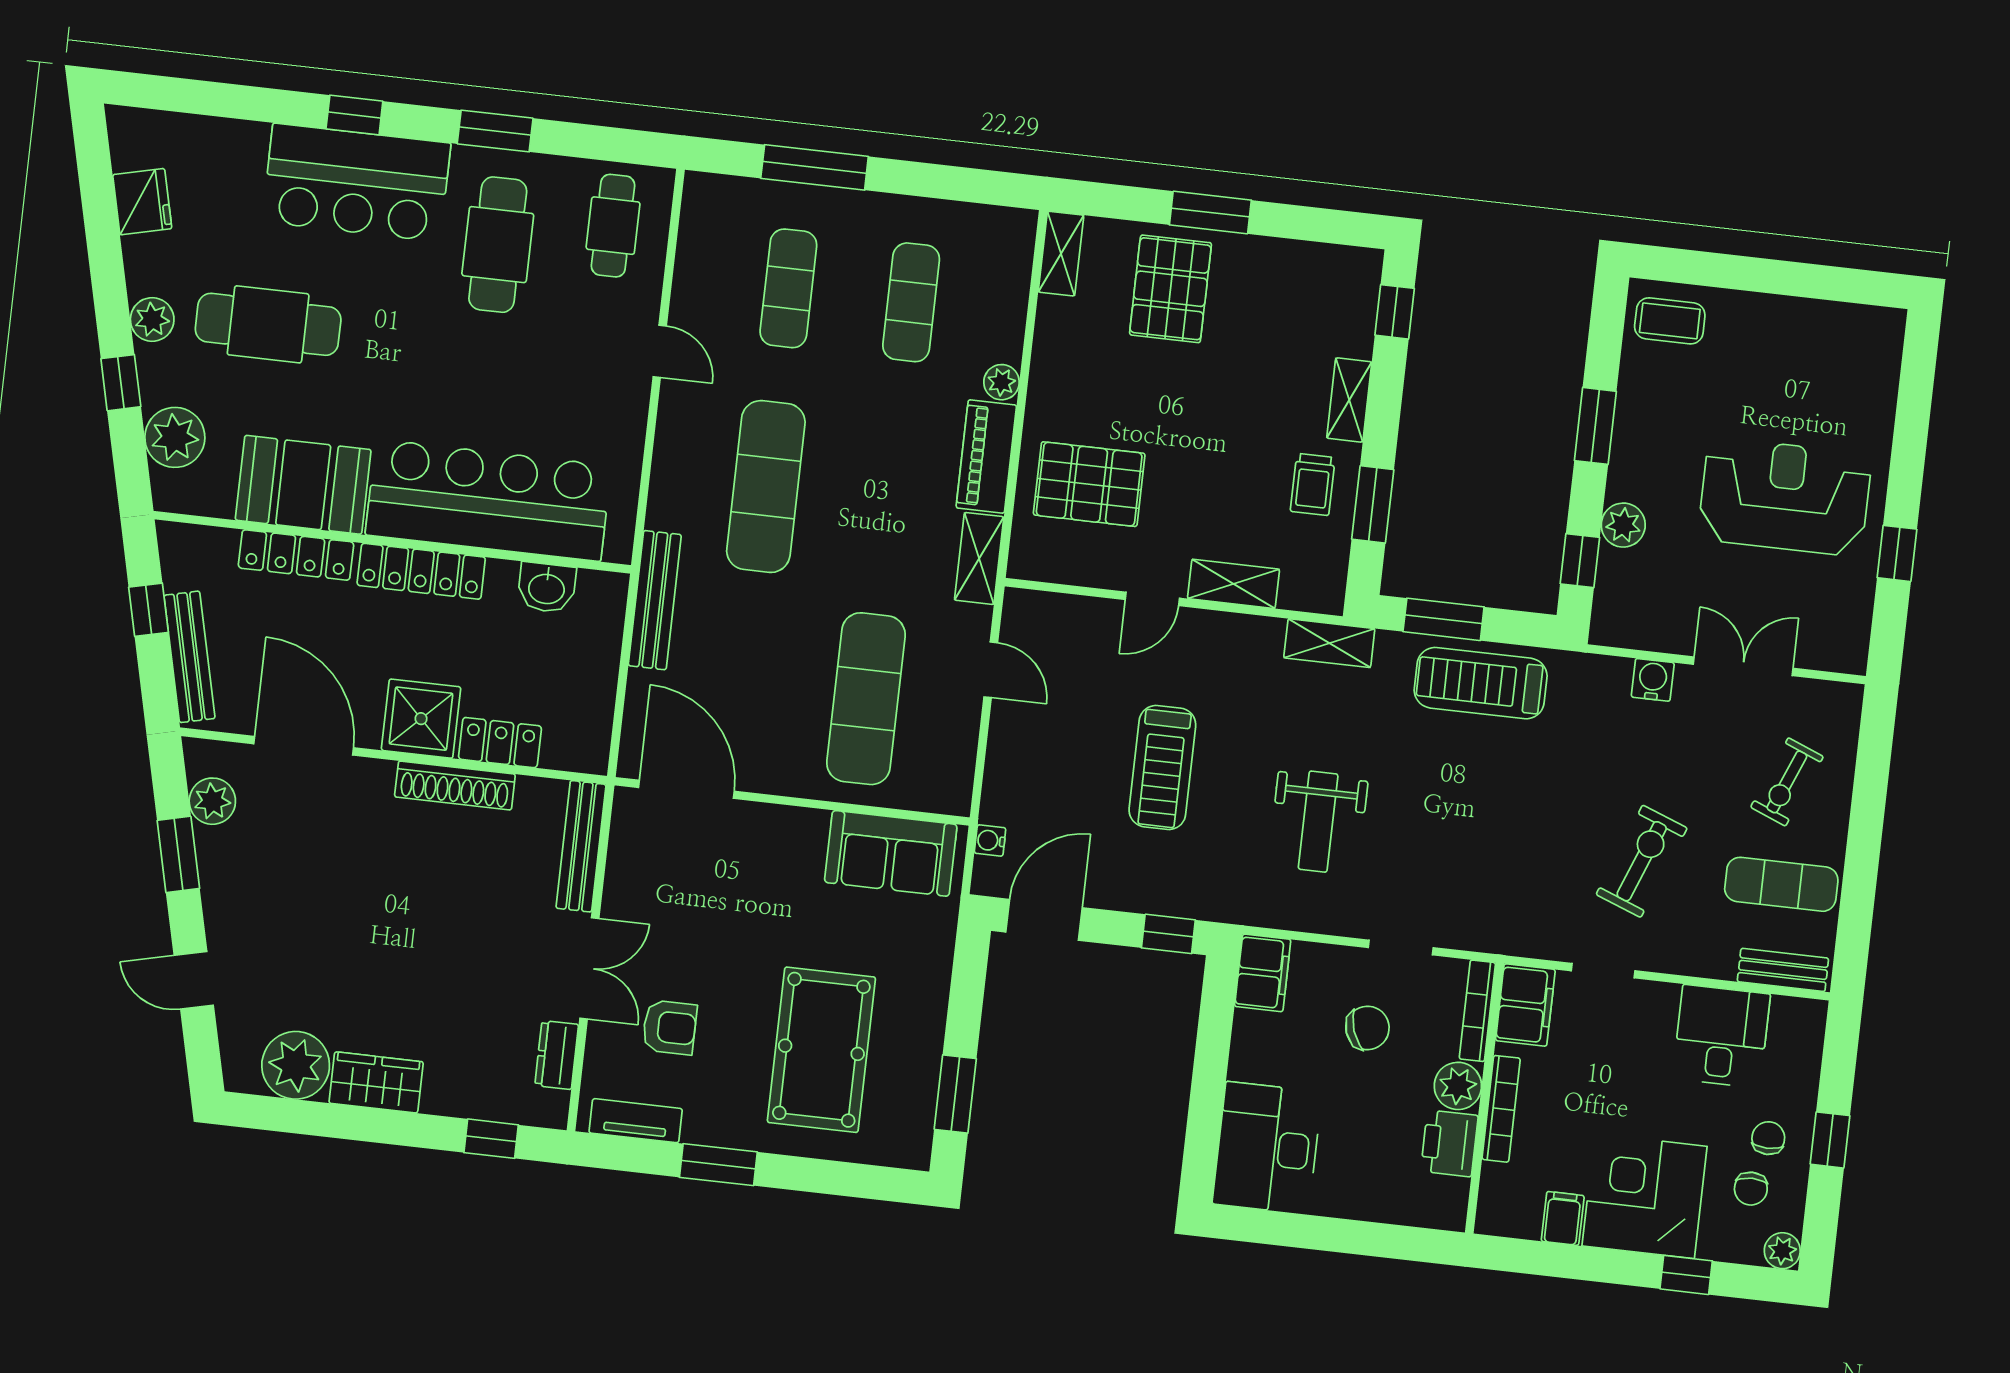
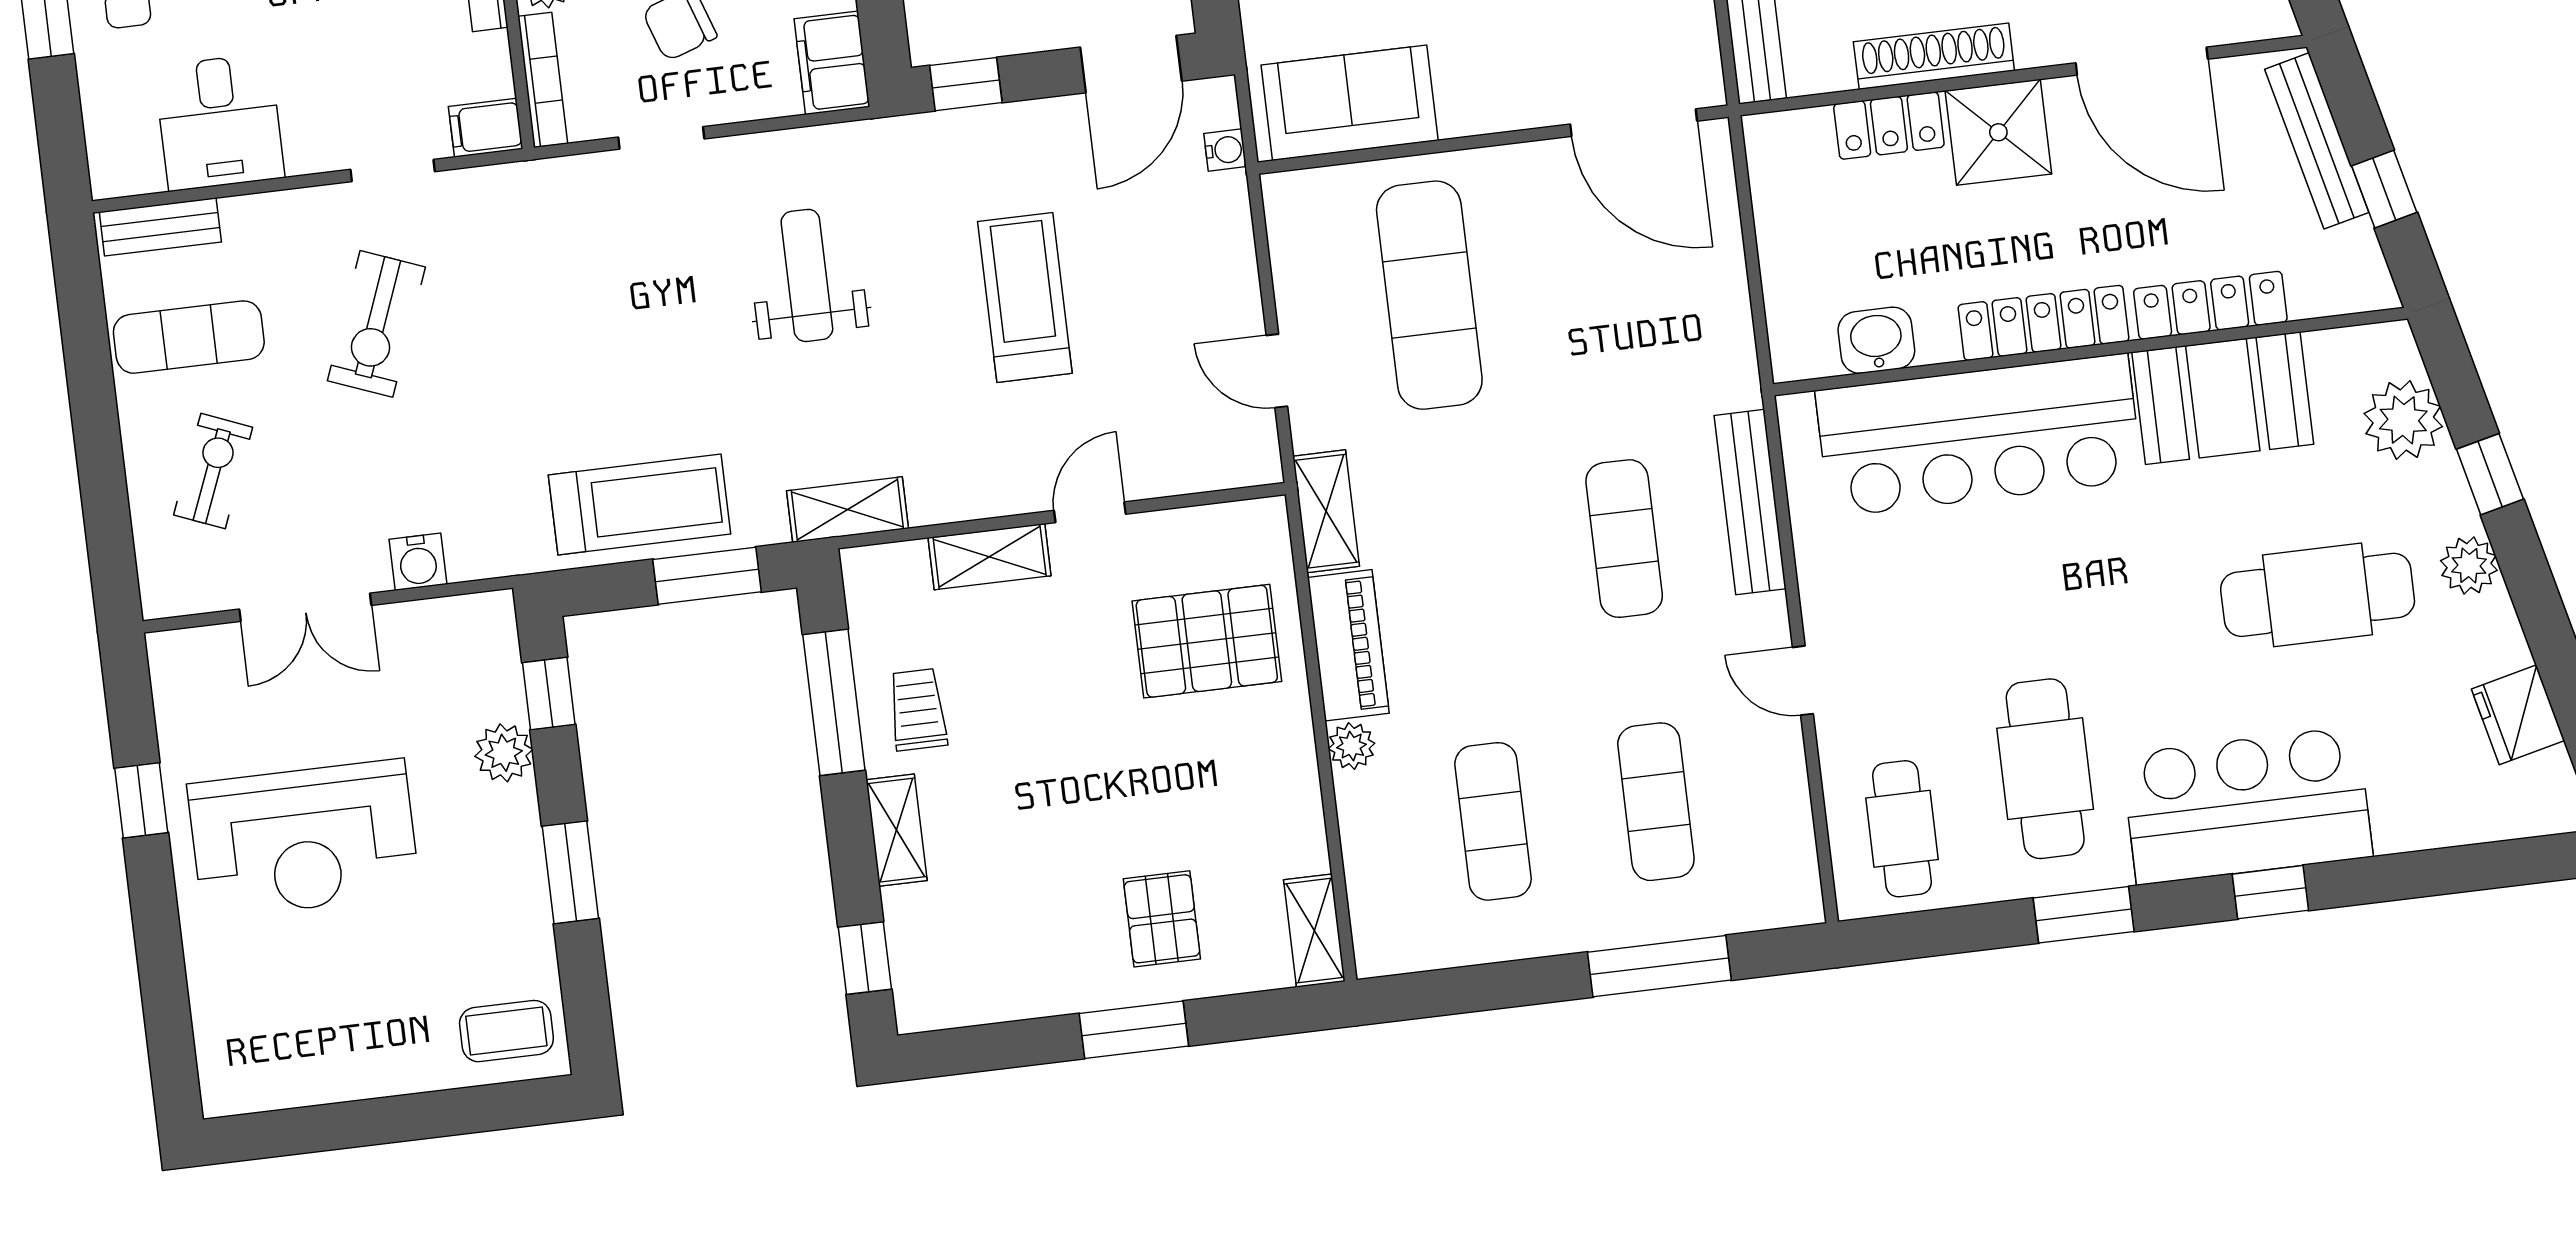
pallet: (1170, 289) -> (1162, 919), width x0.67, depth x0.71
exercise mat: (766, 487) -> (1624, 539), width x0.73, depth x0.69
window: (1373, 504) -> (834, 702), width x1.44
bench: (655, 600) -> (1750, 502), moved
filing cabinet: (1525, 1005) -> (486, 128), width x0.50

